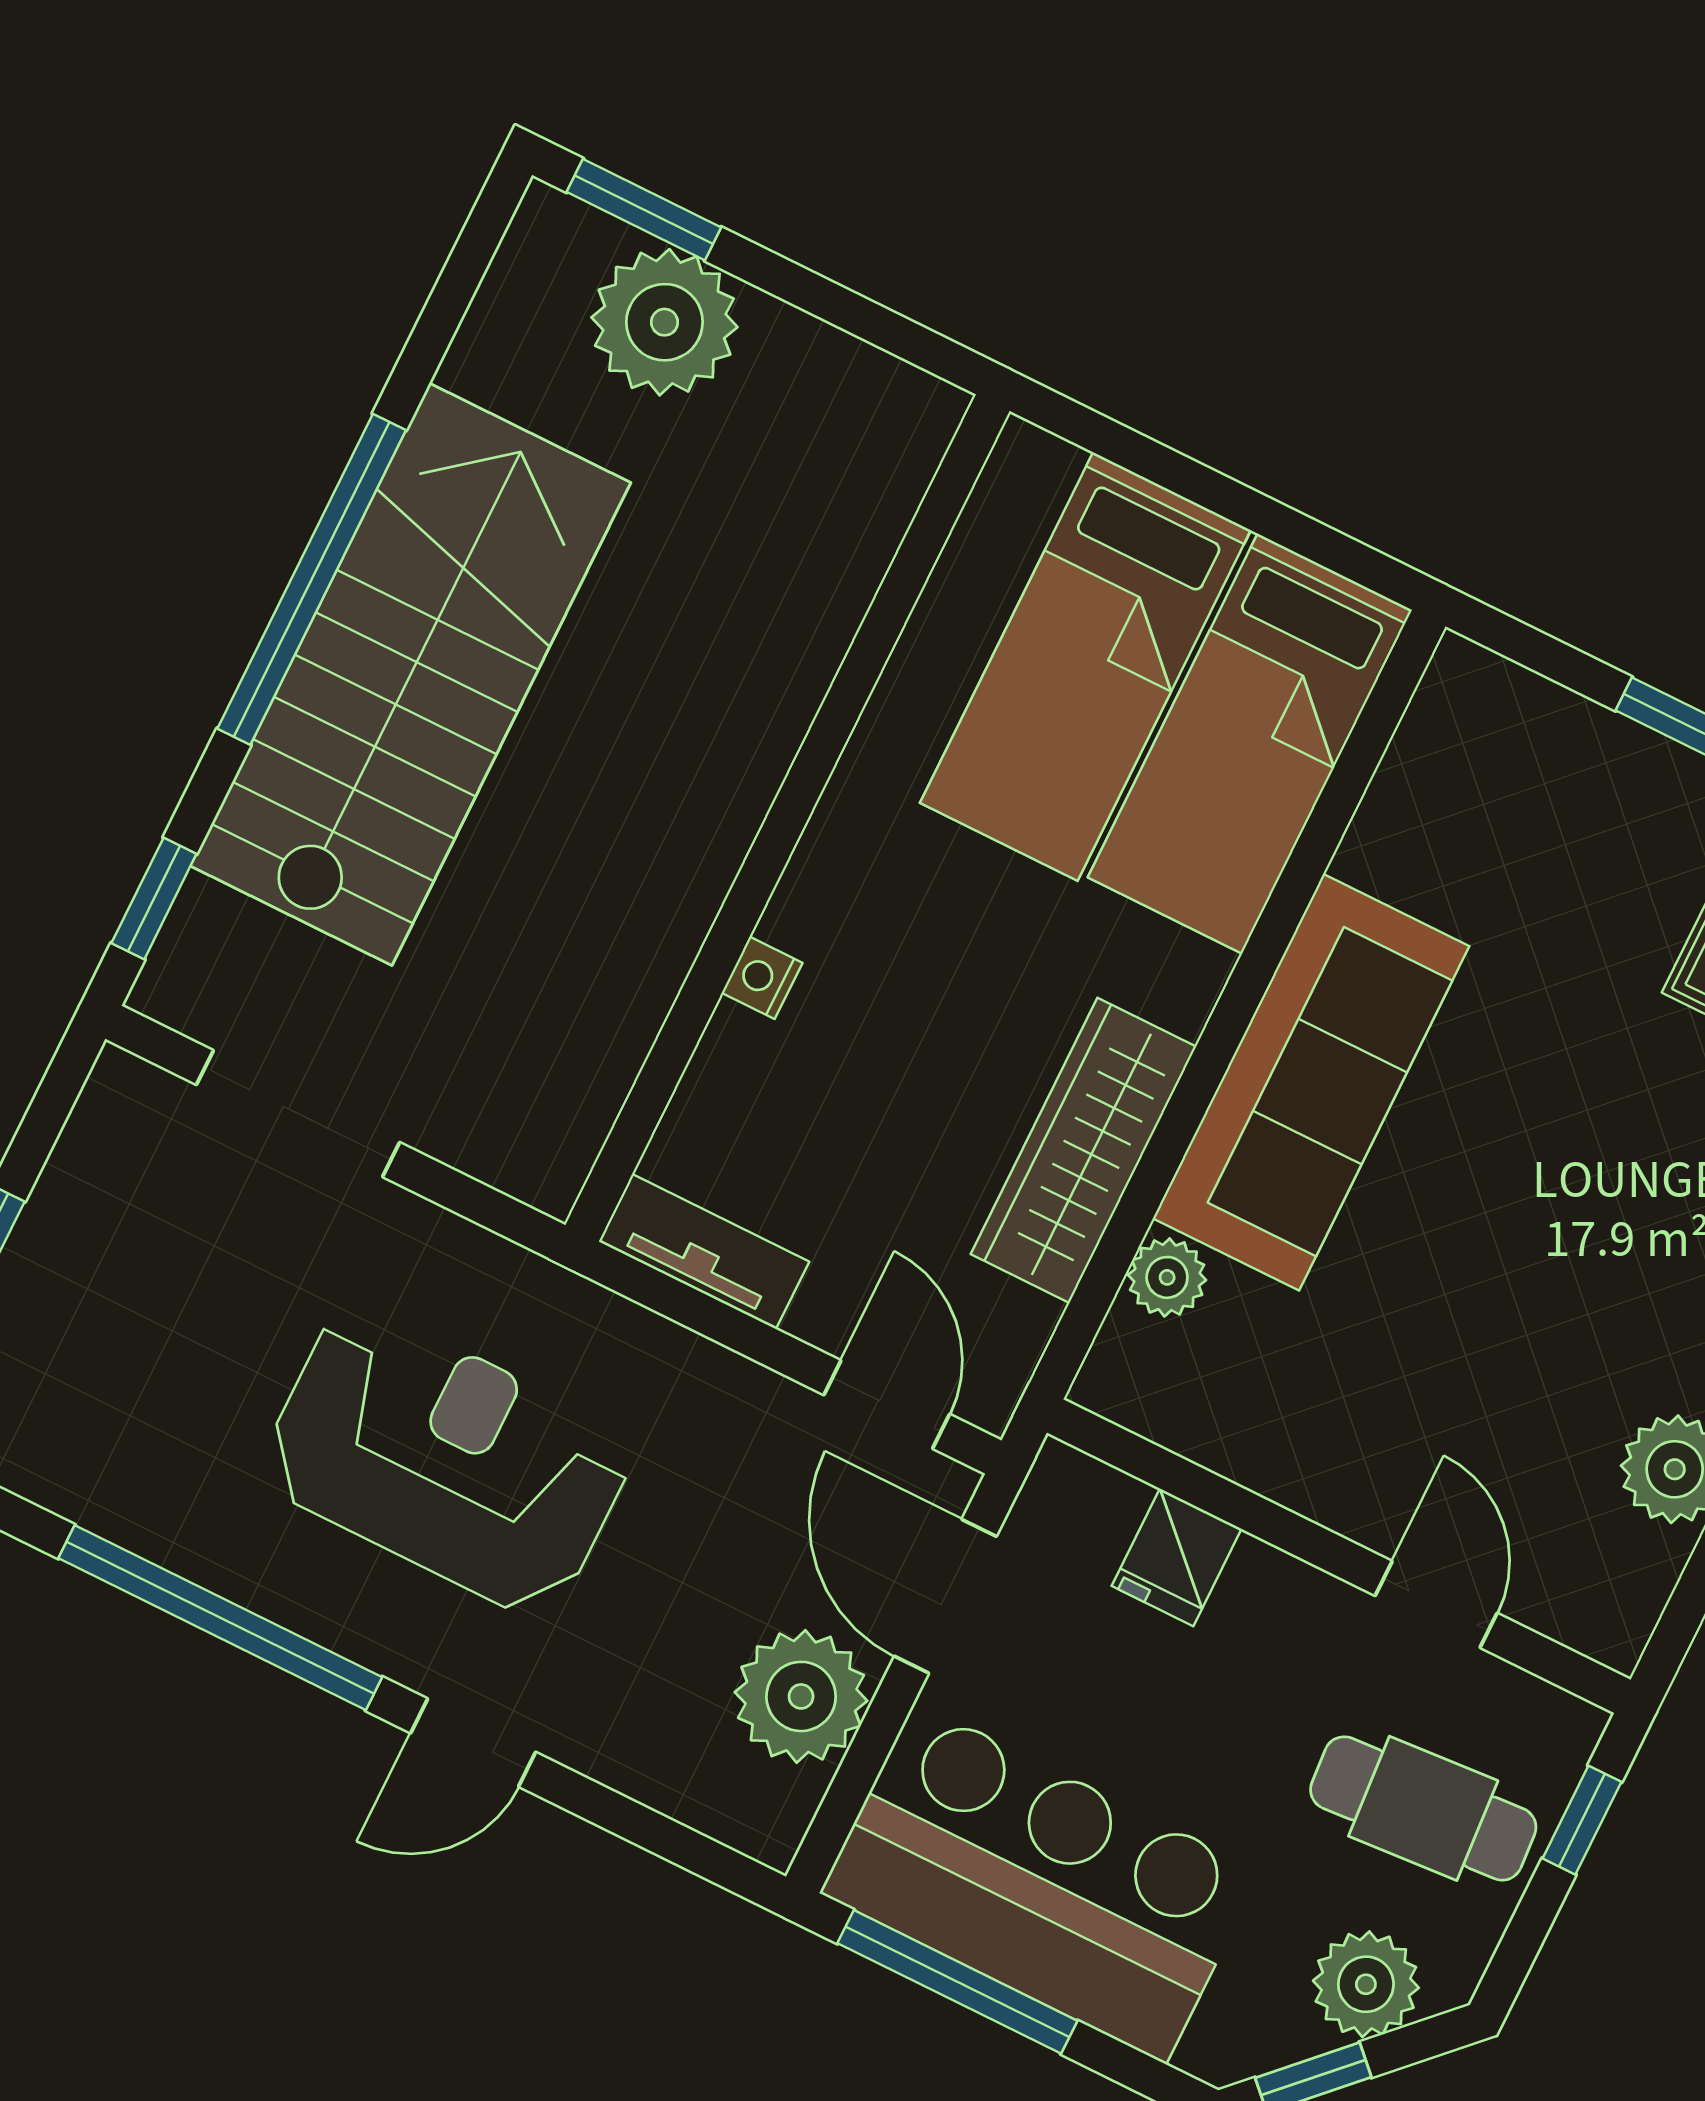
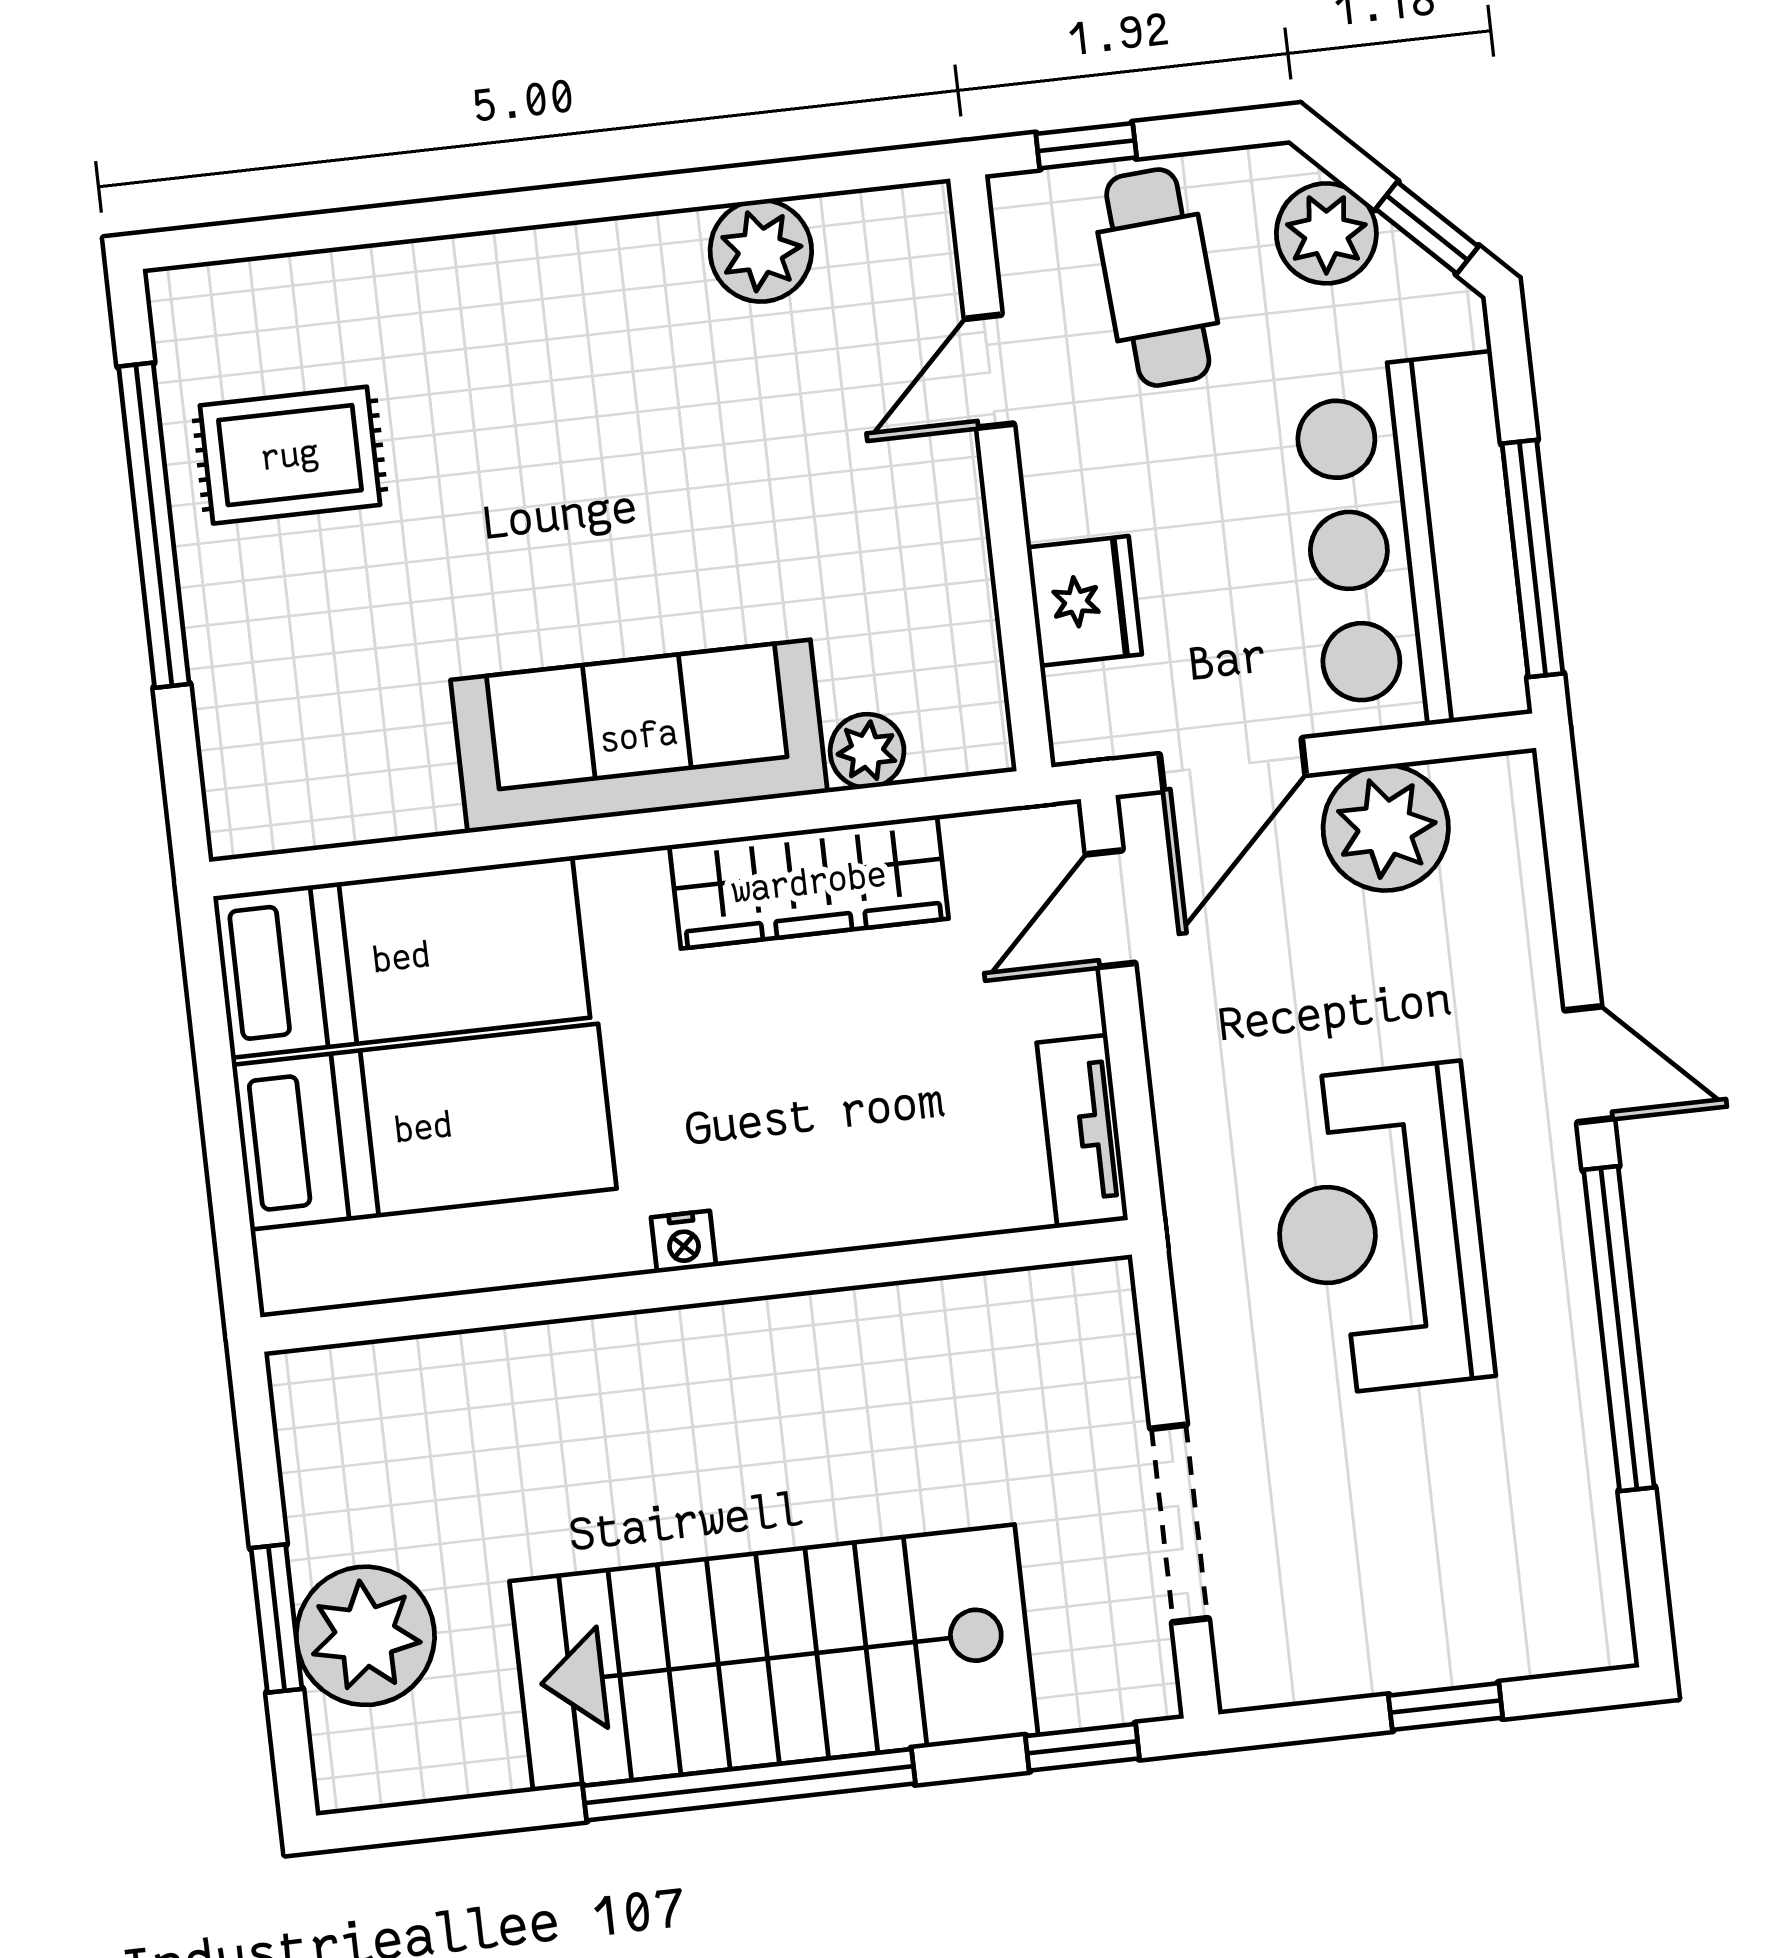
window: (644, 210) -> (277, 1619), moved
nightstand: (762, 978) -> (683, 1242), moved
fridge: (1177, 1557) -> (1084, 601), width x1.38

